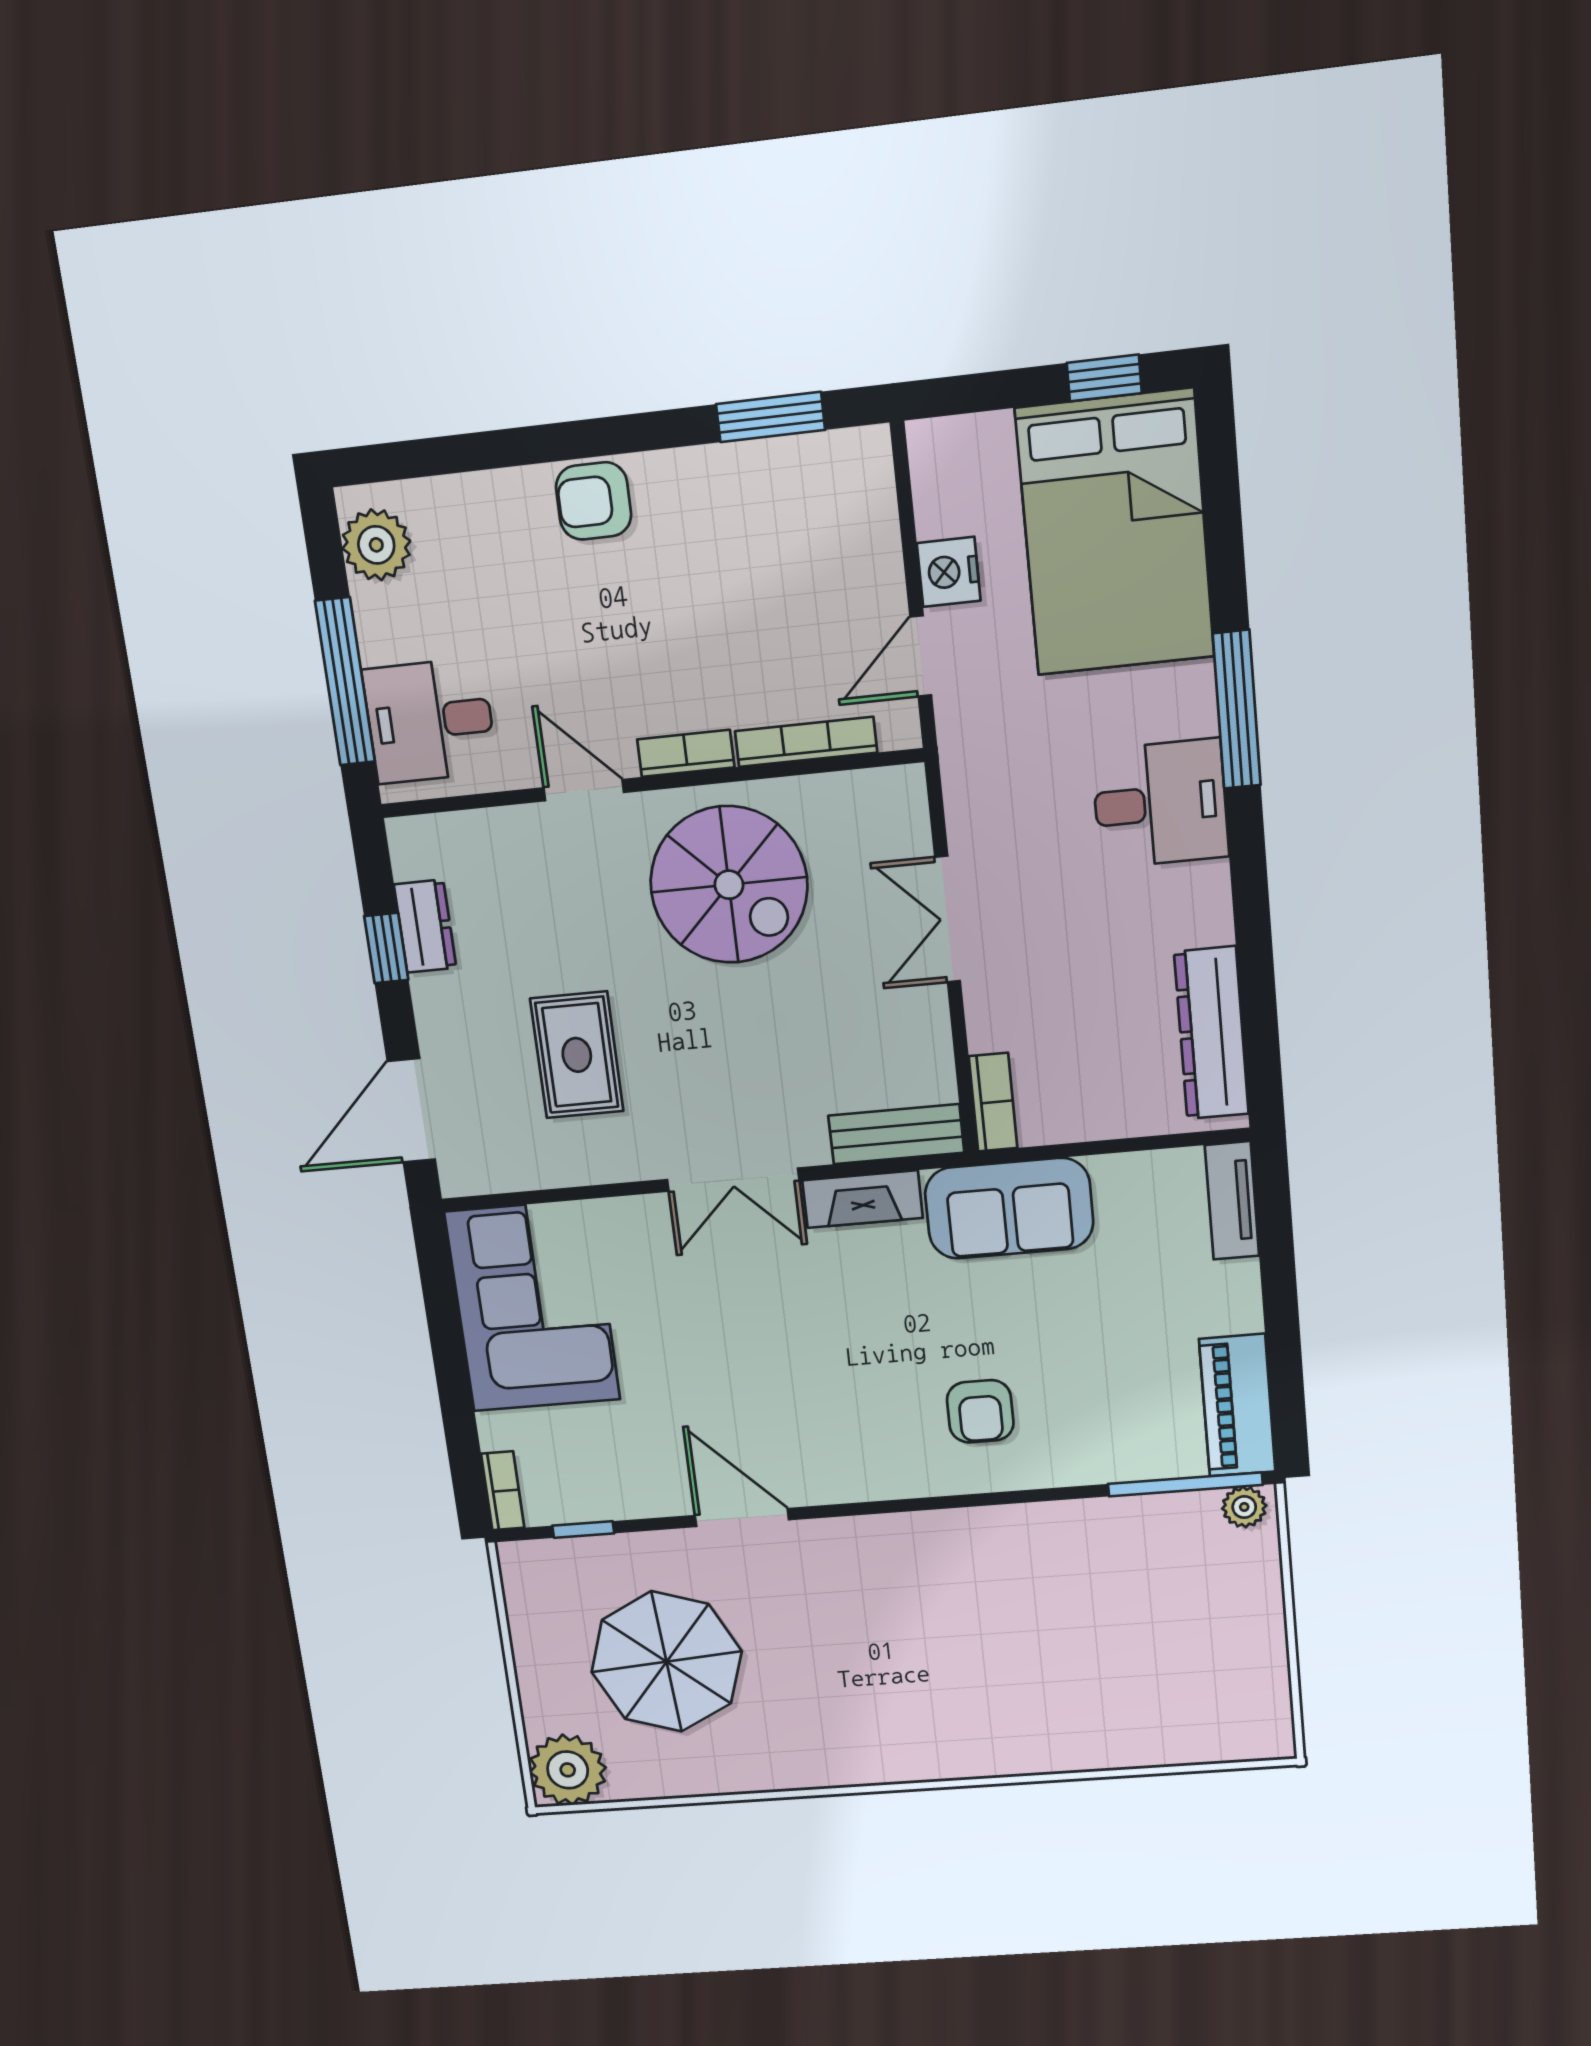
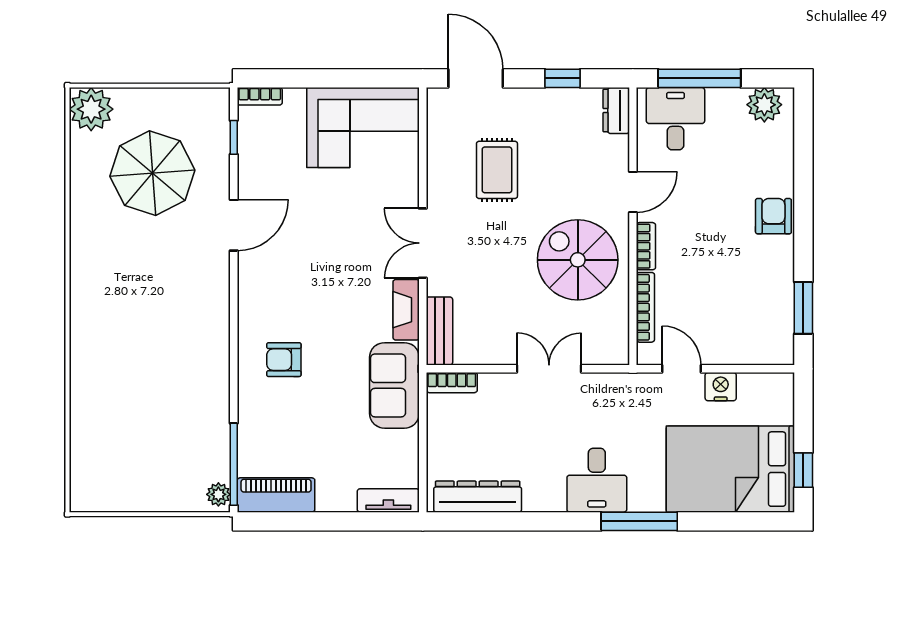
spiral stairs: (729, 885) -> (578, 260), turned 90
dresser: (425, 926) -> (616, 111), moved, turned 90
rug: (577, 1055) -> (497, 170), turned 90

